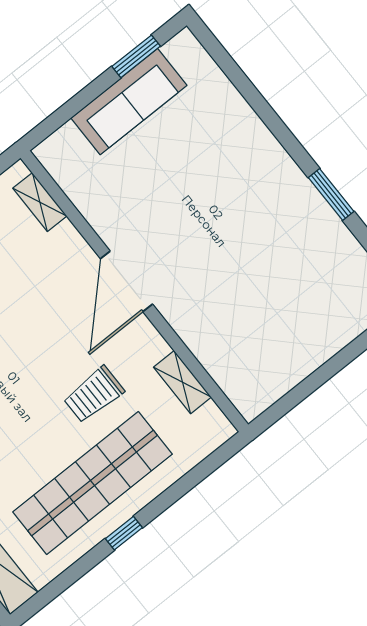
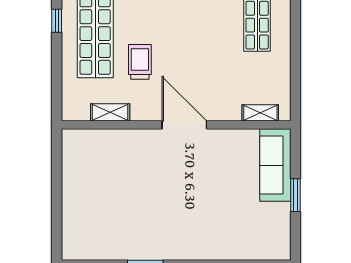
window: (136, 56) -> (296, 195), moved
sofa: (129, 102) -> (275, 165), moved

